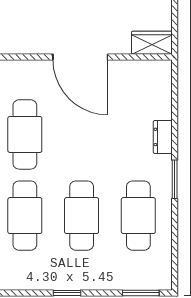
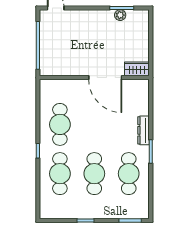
door: (80, 57) -> (105, 78), moved
dresser: (163, 137) -> (143, 130), width x1.44

